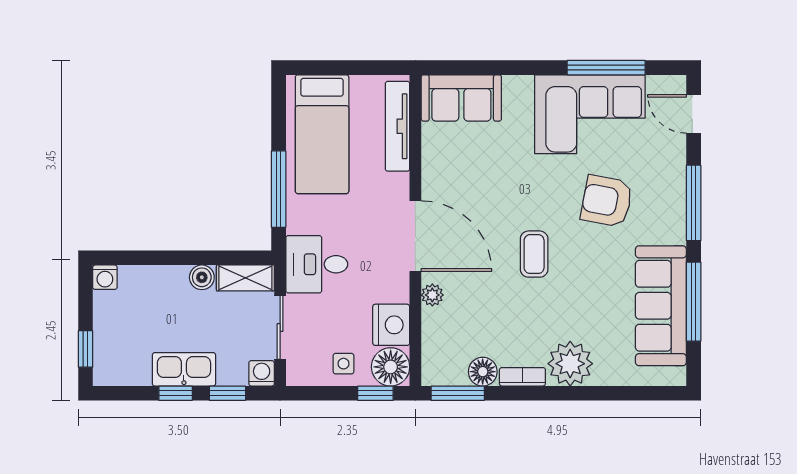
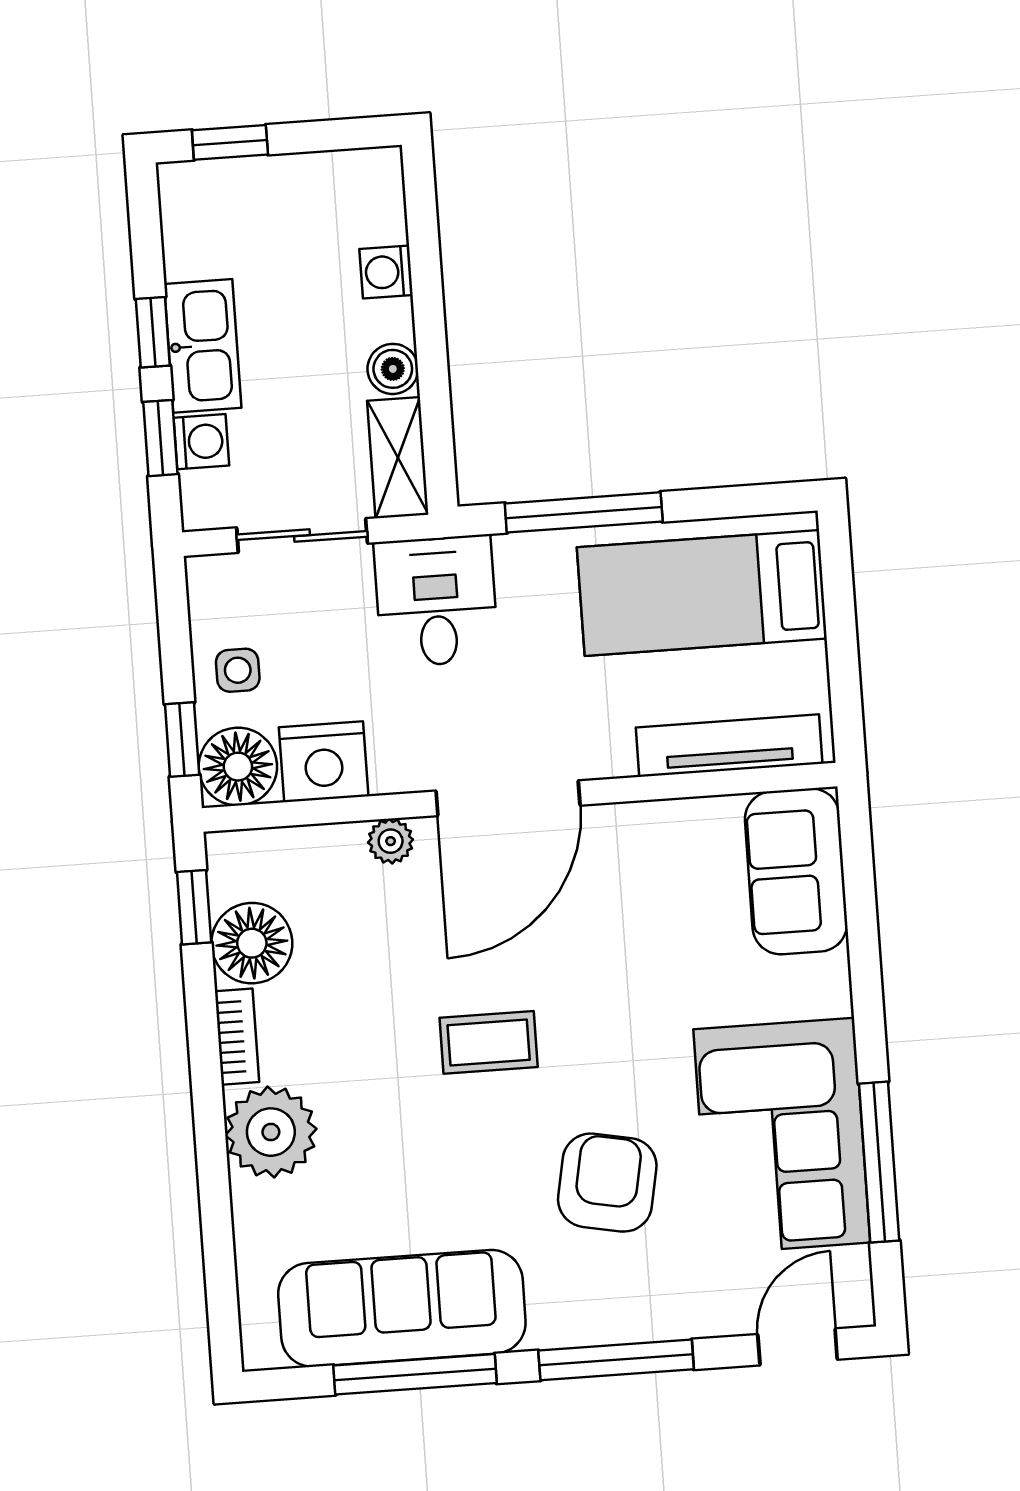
washing machine: (105, 277) -> (386, 272), moved
floor lamp: (483, 372) -> (252, 943), width x1.38, depth x1.38
washing machine: (262, 373) -> (201, 442), moved
window: (458, 393) -> (194, 907), width x0.67

